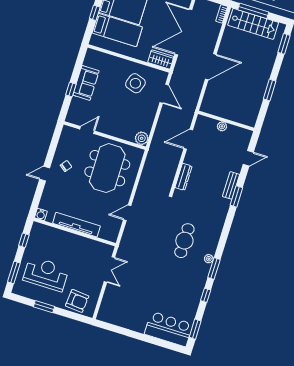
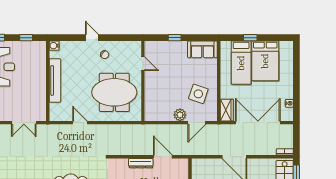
sofa: (86, 83) -> (202, 49), moved
plant: (142, 138) -> (180, 115), moved
dresser: (184, 177) -> (141, 163), moved

